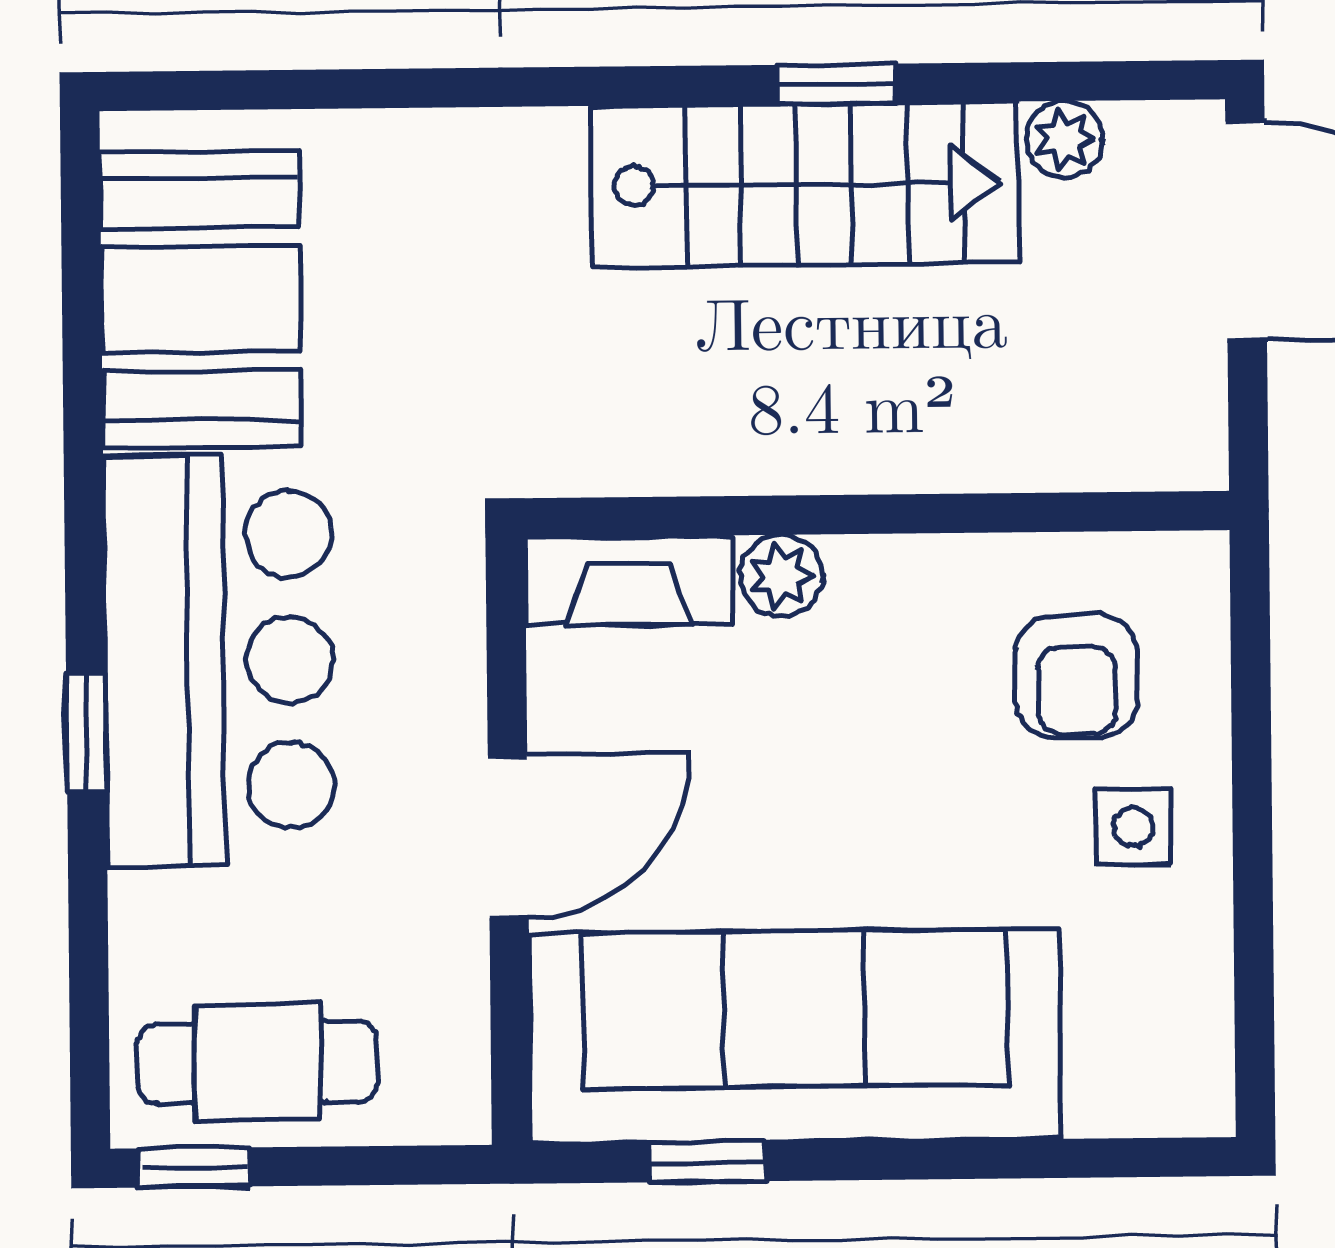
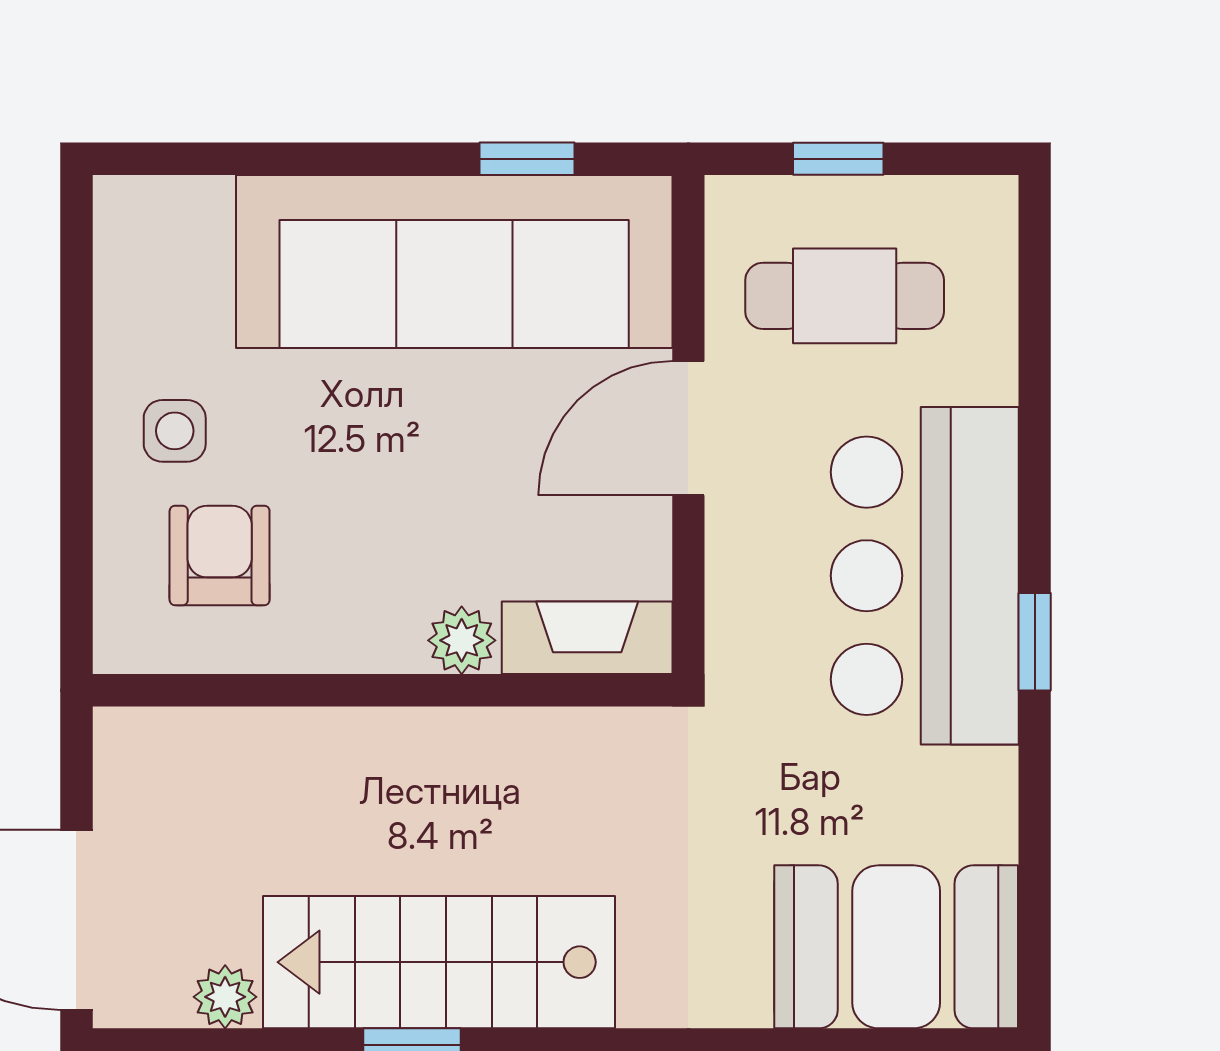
booth: (201, 299) -> (896, 947), moved, turned 90
window: (86, 733) -> (1035, 642), moved
cafe table: (258, 1063) -> (845, 296), moved
window: (194, 1167) -> (838, 159), moved

